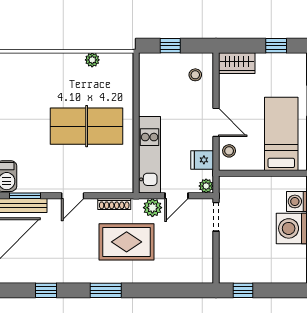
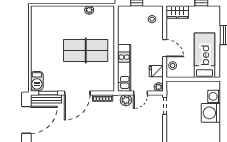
door: (73, 196) -> (77, 93), width x1.87
rug: (127, 242) -> (110, 121), removed

